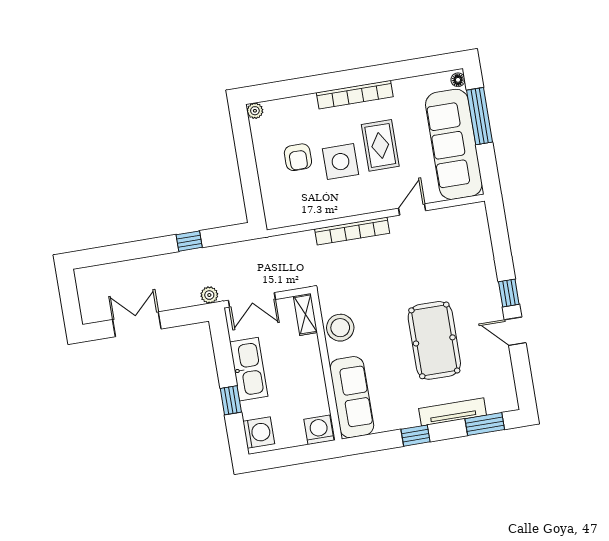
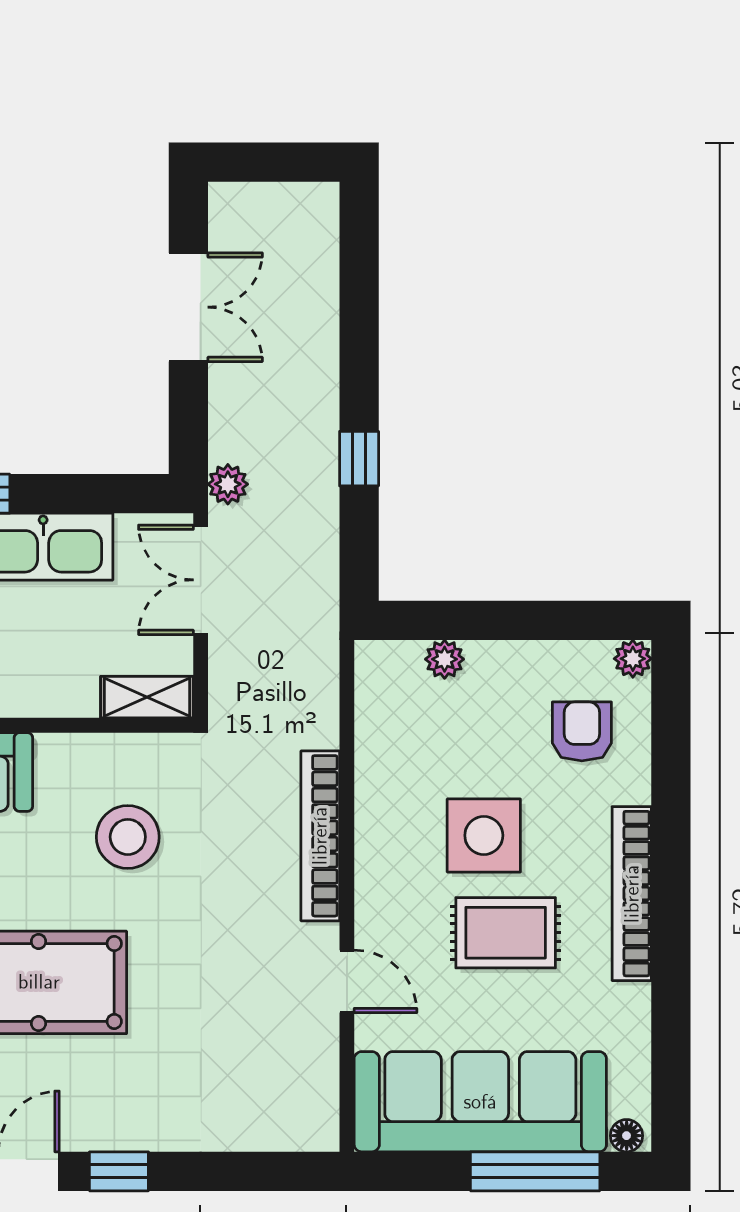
armchair: (298, 157) -> (582, 731), moved, turned 90
plant: (268, 191) -> (445, 659), added
stool: (340, 328) -> (128, 837), moved

